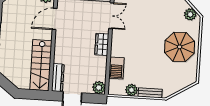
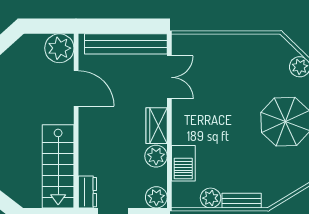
door: (55, 19) -> (76, 88), swing flipped
plant: (100, 63) -> (156, 156), added
dresser: (58, 78) -> (87, 192), width x0.70

